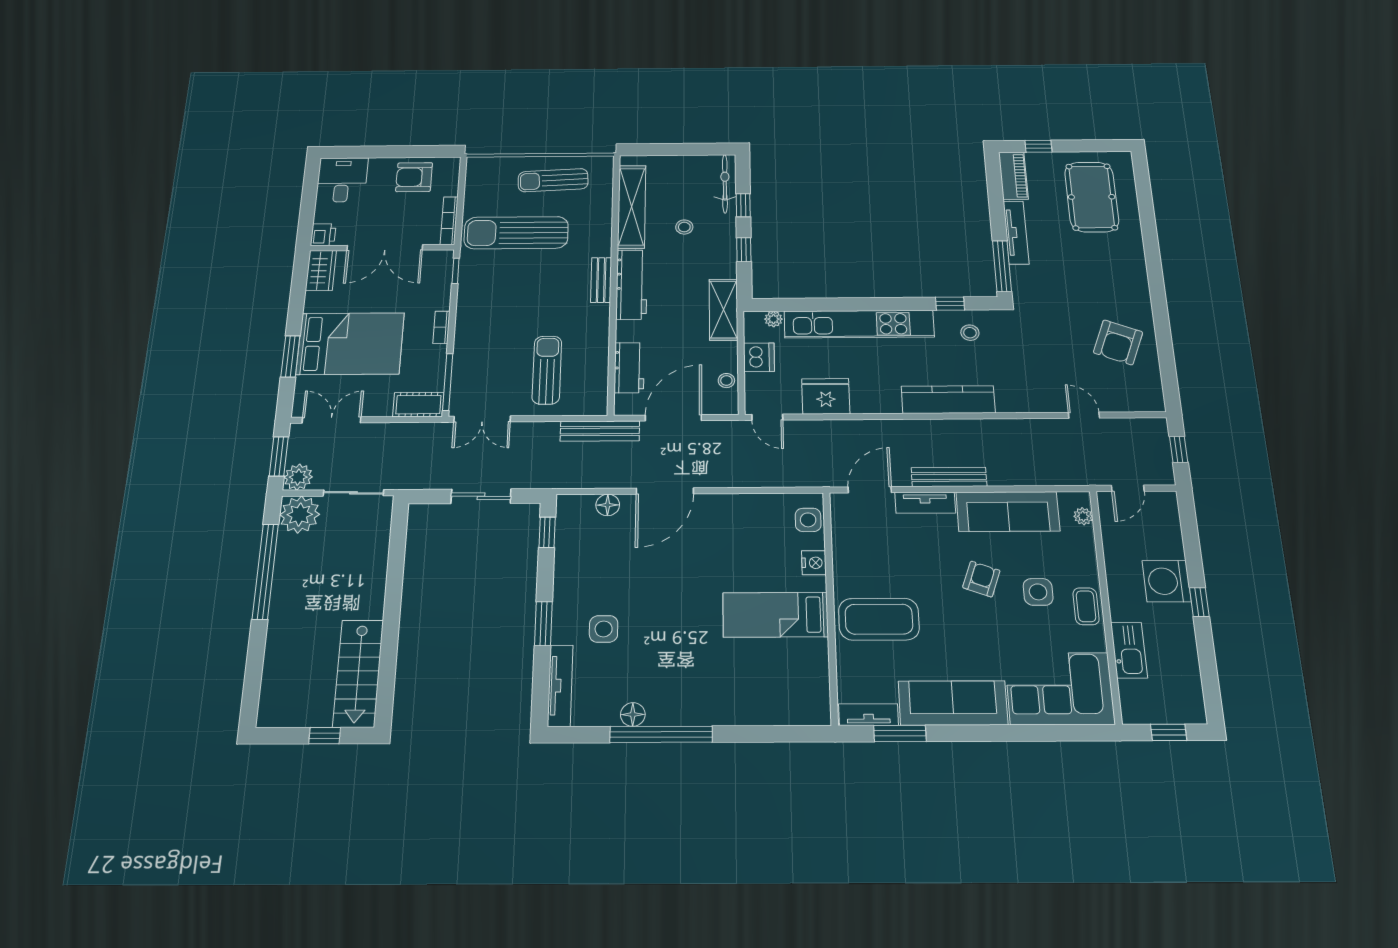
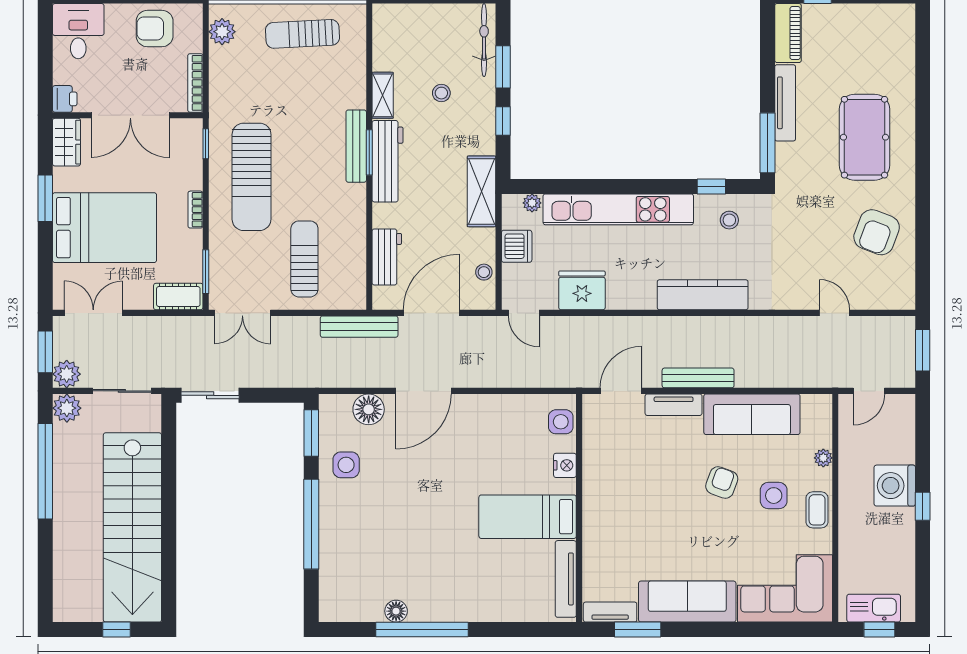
plant: (477, 179) -> (222, 32), added
pool table: (1092, 197) -> (864, 137), moved
window: (743, 205) -> (503, 67), width x1.50
shelving: (632, 207) -> (383, 95), width x0.45, depth x0.75
sun lounger: (516, 233) -> (252, 177), moved, turned -90
window: (614, 277) -> (369, 152), added
bench: (601, 280) -> (356, 146), width x1.36
window: (290, 356) -> (45, 198), moved
window: (448, 382) -> (206, 272), width x0.69
window: (1179, 449) -> (923, 350), width x1.50
sliding door: (481, 496) -> (210, 395), moved
floor lamp: (608, 505) -> (369, 409), width x1.38, depth x1.38
plant: (300, 515) -> (67, 408), width x0.73, depth x0.73
plant: (1083, 516) -> (823, 458), moved
window: (547, 532) -> (311, 433), width x1.50
coffee table: (879, 619) -> (624, 521), removed
window: (543, 624) -> (311, 524), width x2.11
side table: (604, 629) -> (346, 465), moved
kitchen sink: (1129, 650) -> (874, 608), moved, turned -90
stairs: (358, 673) -> (132, 527), width x1.86, depth x1.51
tv unit: (560, 686) -> (566, 579), moved, turned 180

